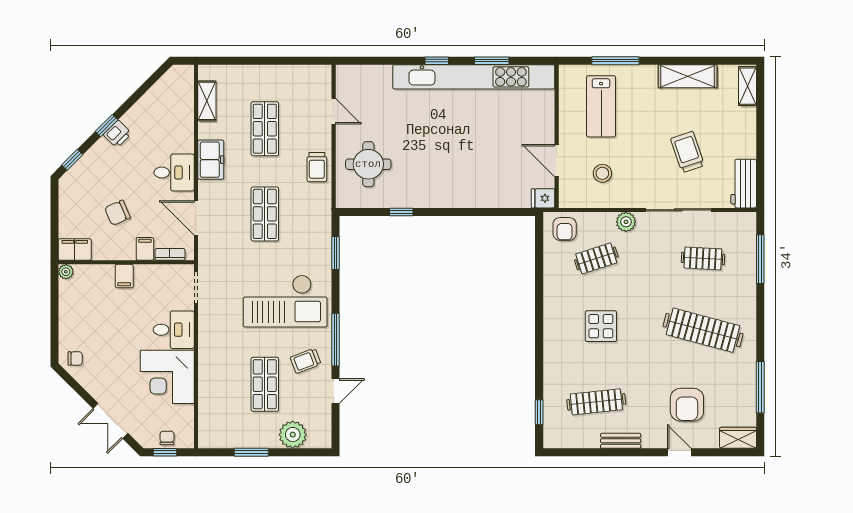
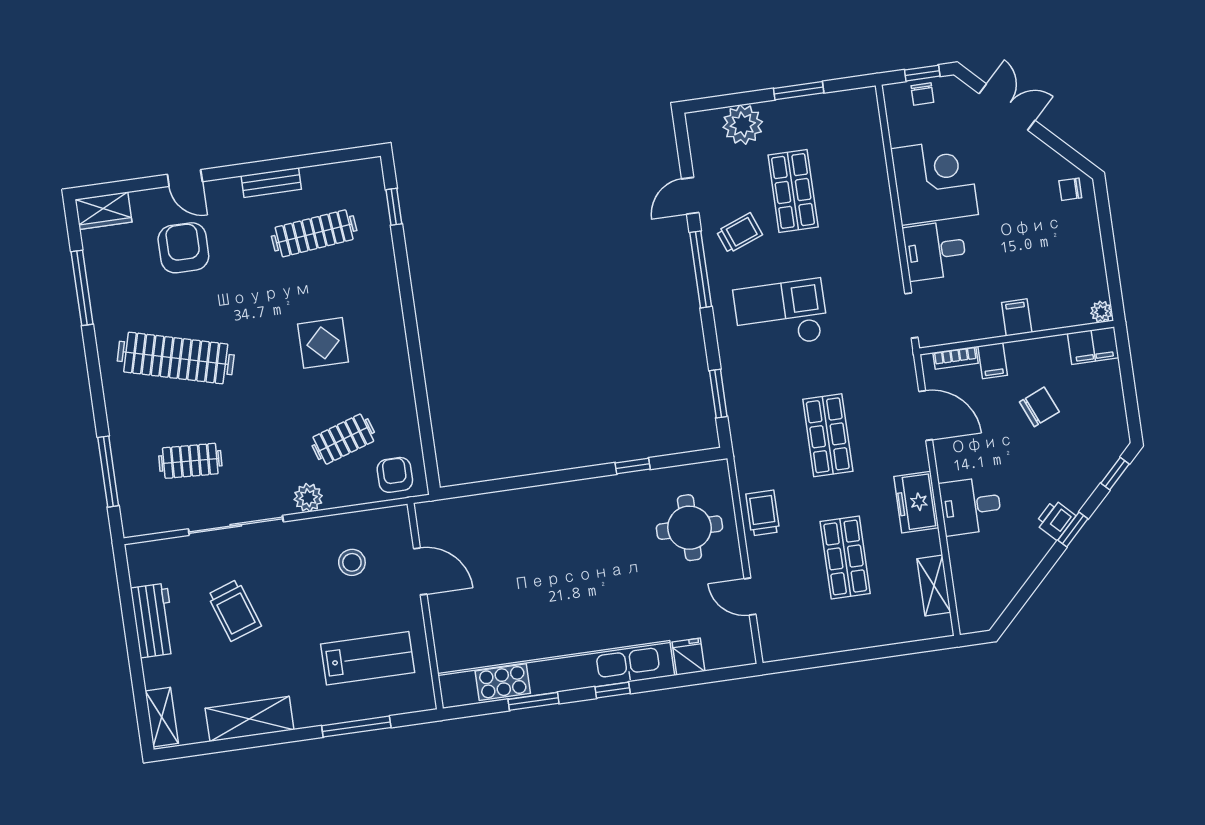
lab bench: (601, 106) -> (368, 658), turned 90
desk: (174, 173) -> (971, 506), moved
workbench: (744, 184) -> (154, 620), moved
fridge: (543, 198) -> (688, 657), moved, turned -90
checkout: (285, 301) -> (781, 314), width x0.73, depth x0.83

